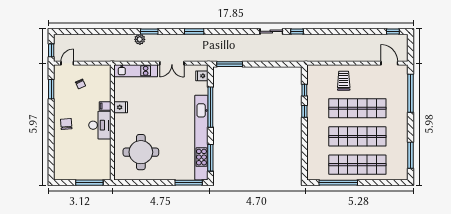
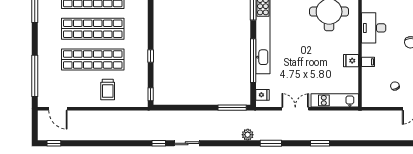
plant: (140, 39) -> (248, 135), moved
window: (304, 90) -> (151, 94), moved
desk: (100, 125) -> (374, 28), moved

